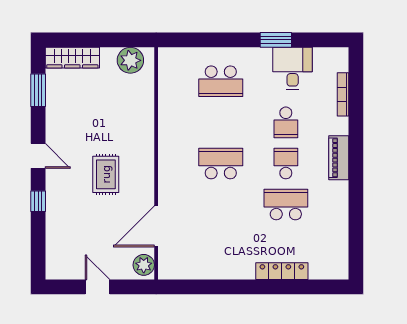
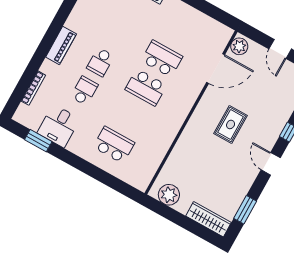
window: (276, 40) -> (38, 141), moved
school desk: (286, 205) -> (162, 59), moved, turned 180

